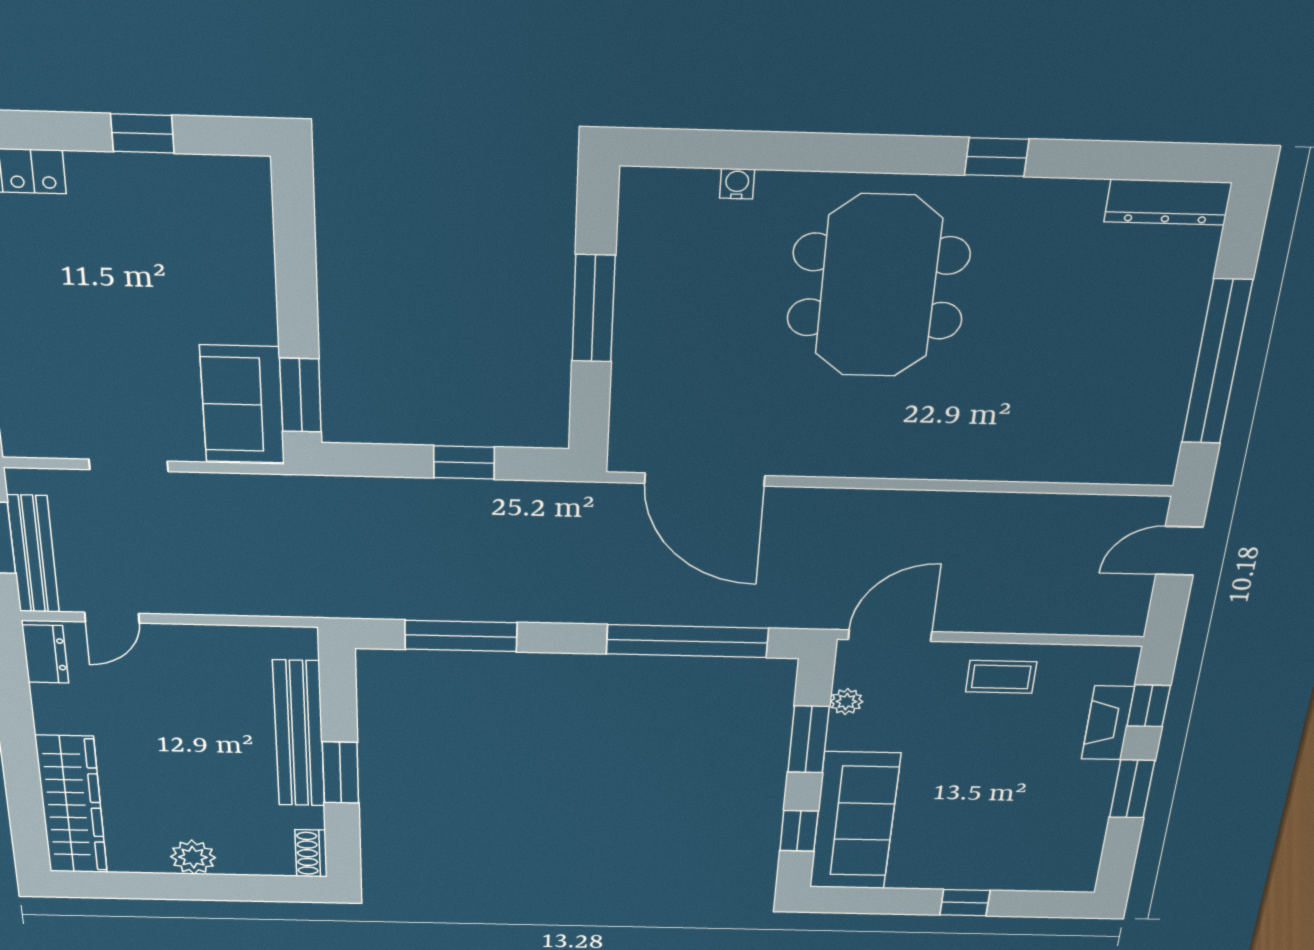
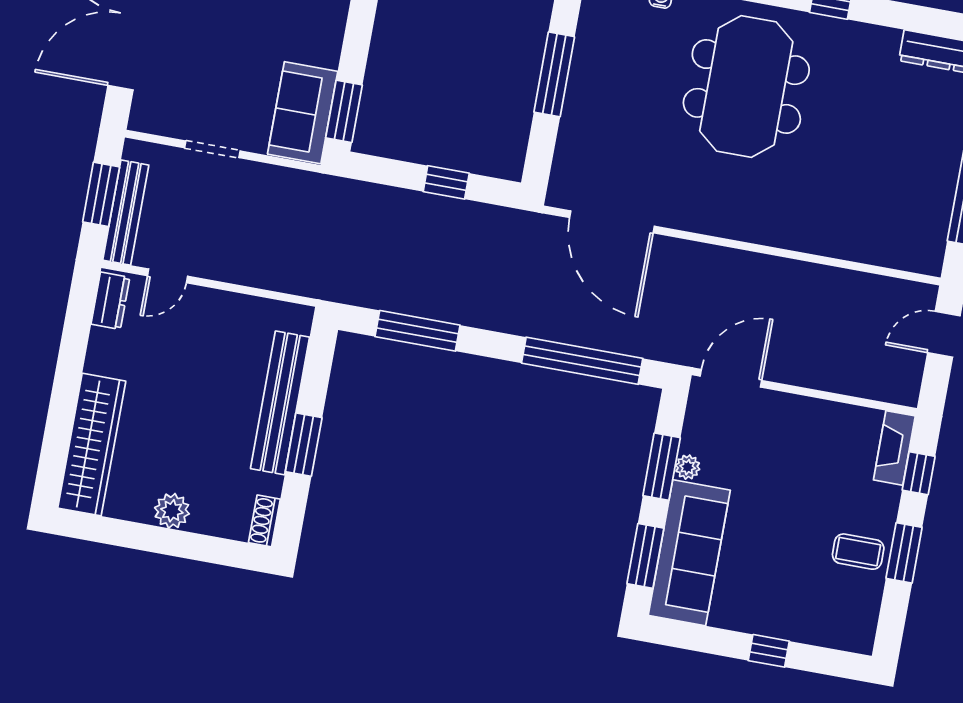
coffee table: (1001, 677) -> (858, 552), moved
plant: (846, 702) -> (688, 467), moved
fireplace: (1108, 723) -> (894, 448), moved
window: (799, 831) -> (645, 556), width x1.50

